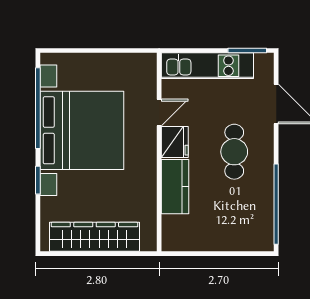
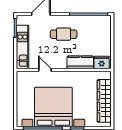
fridge: (175, 142) -> (102, 63), moved

